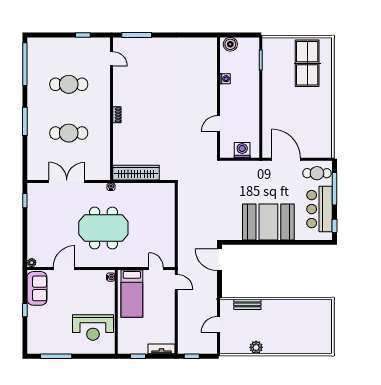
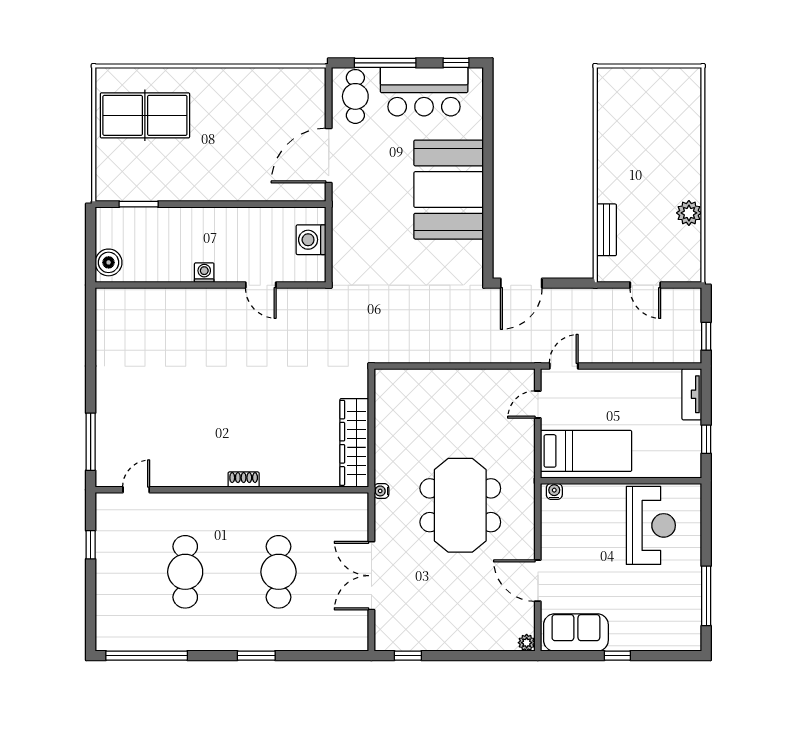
washing machine: (225, 79) -> (204, 273), moved
window: (25, 121) -> (256, 656), width x0.69

